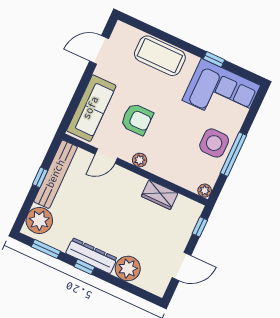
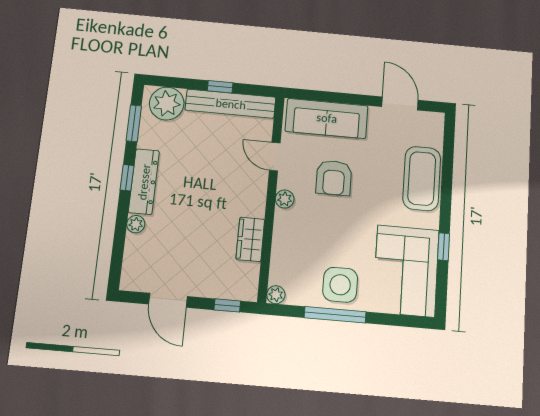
plant: (128, 269) -> (136, 224), width x0.53, depth x0.53

